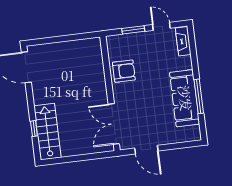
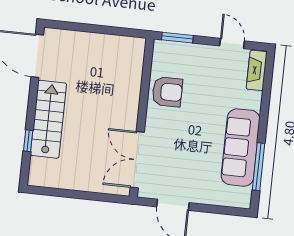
window: (133, 30) -> (177, 38), moved
window: (199, 96) -> (258, 167), moved
stairs: (47, 132) -> (48, 119), moved

